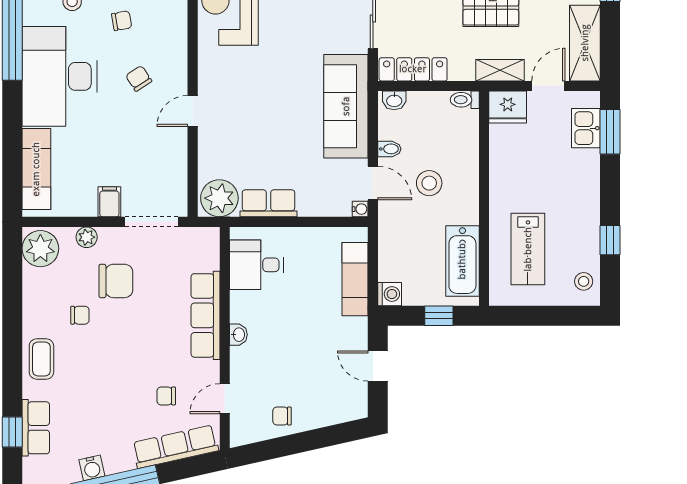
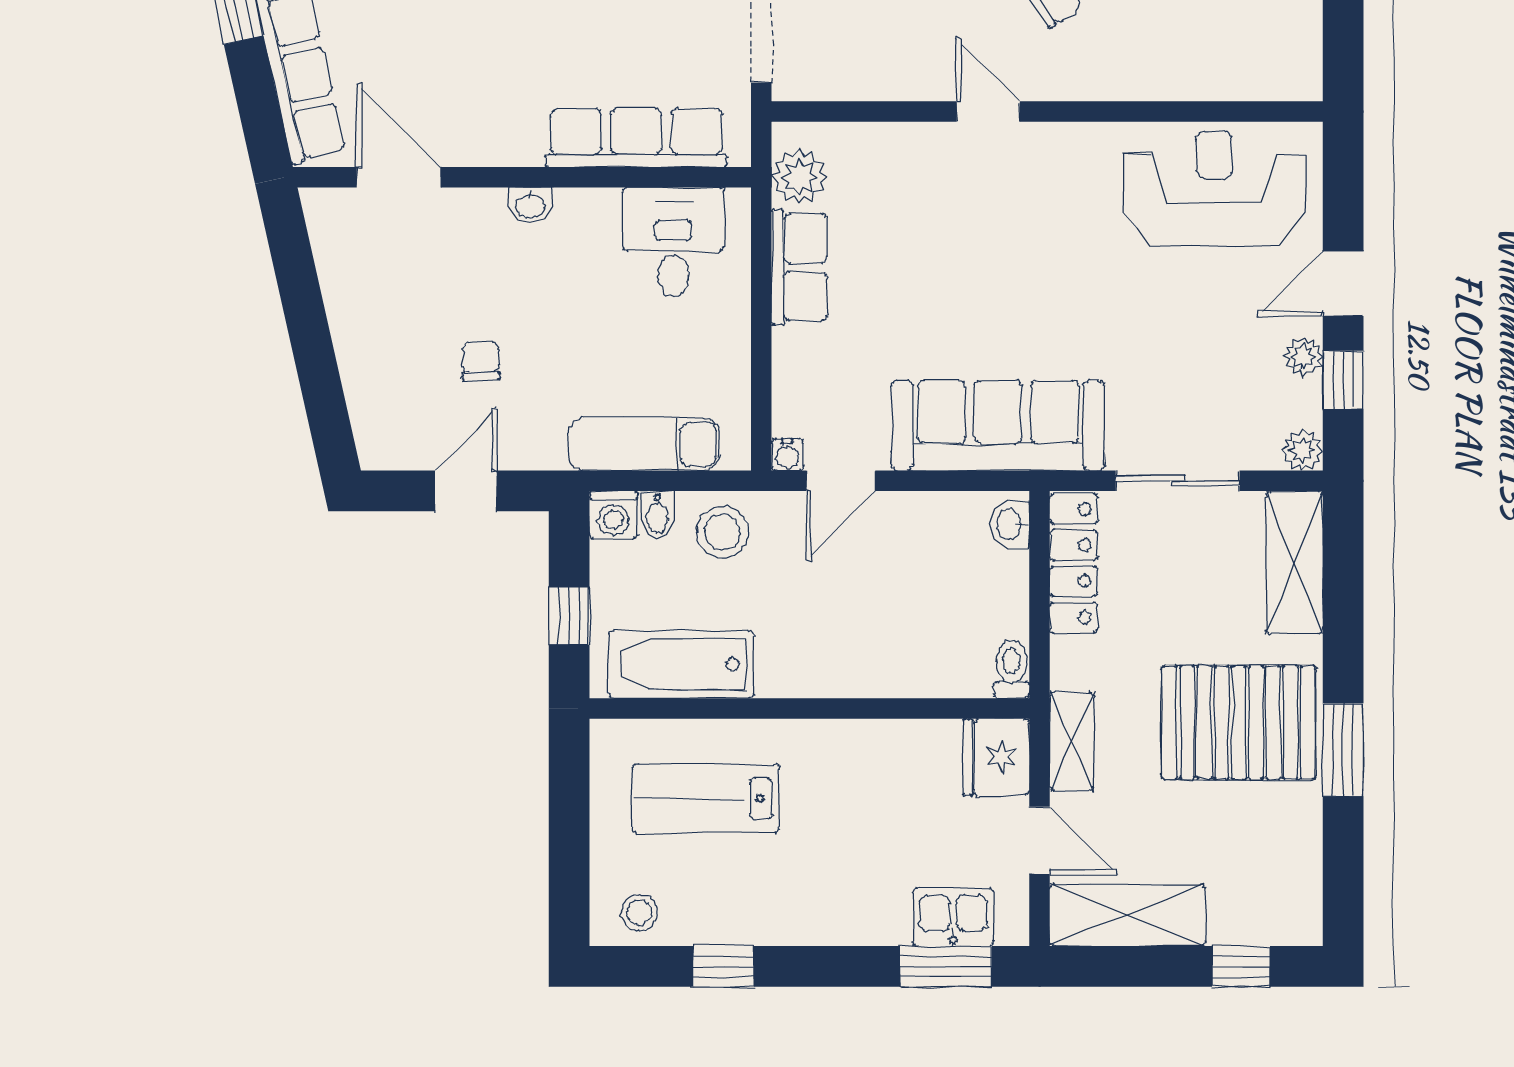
bidet: (389, 149) -> (658, 515), moved
stool: (429, 183) -> (722, 532), moved
plant: (219, 198) -> (799, 177), width x0.73, depth x0.73
row of seats: (205, 315) -> (636, 138), moved
chair: (166, 396) -> (405, 57), removed
door: (225, 399) -> (399, 177), width x1.38
chair: (282, 416) -> (481, 361), moved

